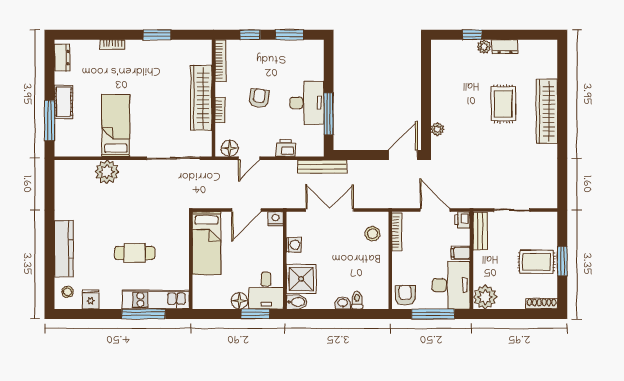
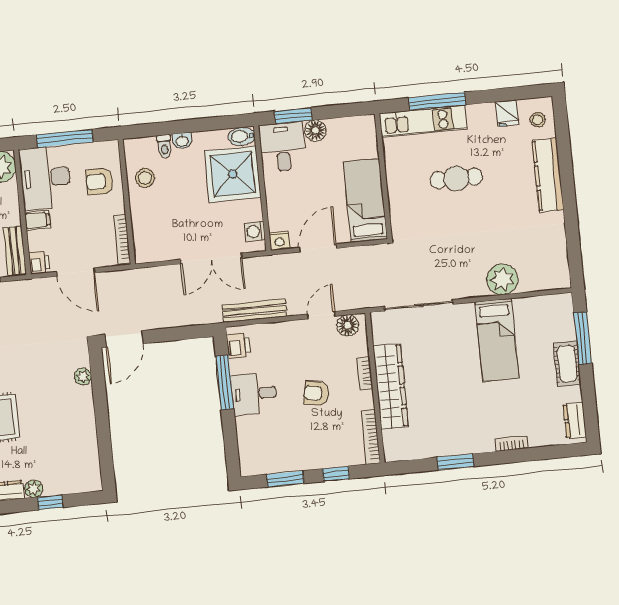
armchair: (259, 98) -> (316, 393), turned 93
desk: (307, 103) -> (254, 394), width x0.73
printer: (286, 148) -> (239, 345), moved, turned -90
bench: (322, 167) -> (254, 311), moved
stool: (373, 234) -> (145, 178), moved
washing machine: (294, 245) -> (255, 231), moved
shower: (301, 279) -> (233, 174), width x1.37, depth x1.37
armchair: (405, 295) -> (99, 182), moved, turned 90

